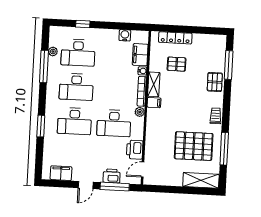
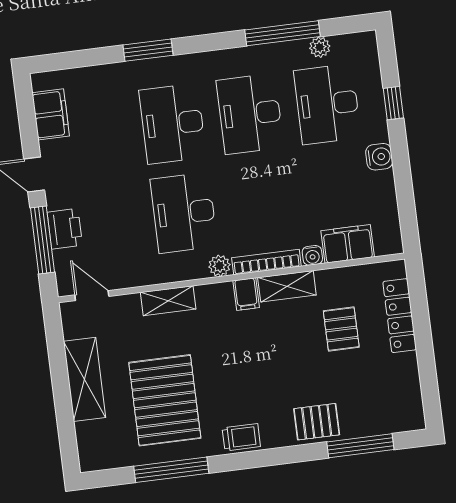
water cooler: (125, 35) -> (379, 157), moved
shelving: (151, 137) -> (168, 301), added
printer: (135, 150) -> (133, 270), removed
shelving: (201, 180) -> (85, 379), moved

